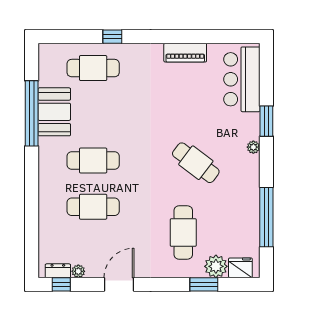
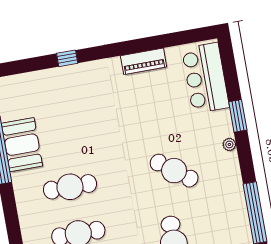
cafe table: (93, 68) -> (53, 93), removed

